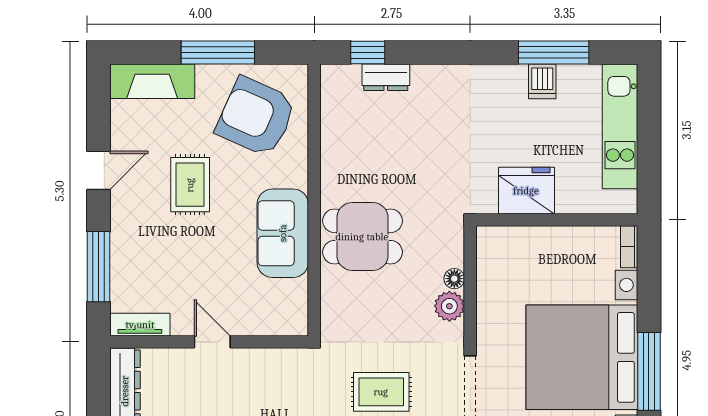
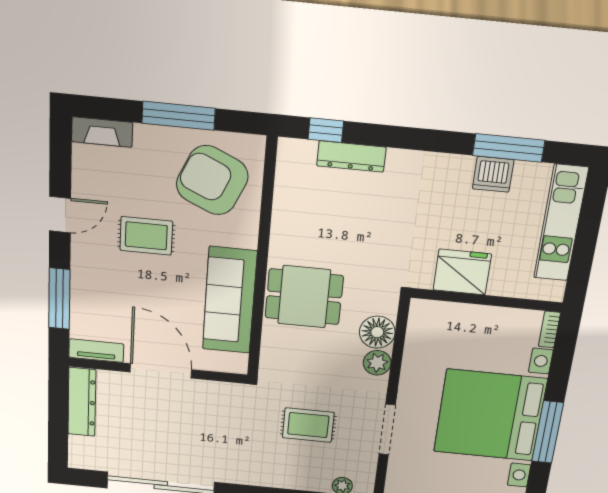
dresser: (386, 77) -> (351, 157), width x1.44
fireplace: (152, 81) -> (102, 132), width x0.73, depth x0.76
dishwasher: (542, 81) -> (493, 174), width x1.38
rug: (190, 185) -> (146, 236), turned 90
sofa: (283, 233) -> (230, 300), width x1.36
floor lamp: (454, 279) -> (377, 332), width x1.89, depth x1.89
door: (212, 342) -> (161, 371), width x1.88

